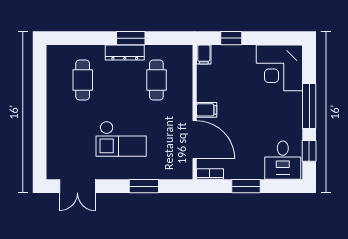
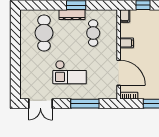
cafe table: (83, 80) -> (44, 33), width x1.37, depth x1.35
filing cabinet: (207, 110) -> (127, 43), moved
window: (144, 186) -> (85, 104), width x1.44

